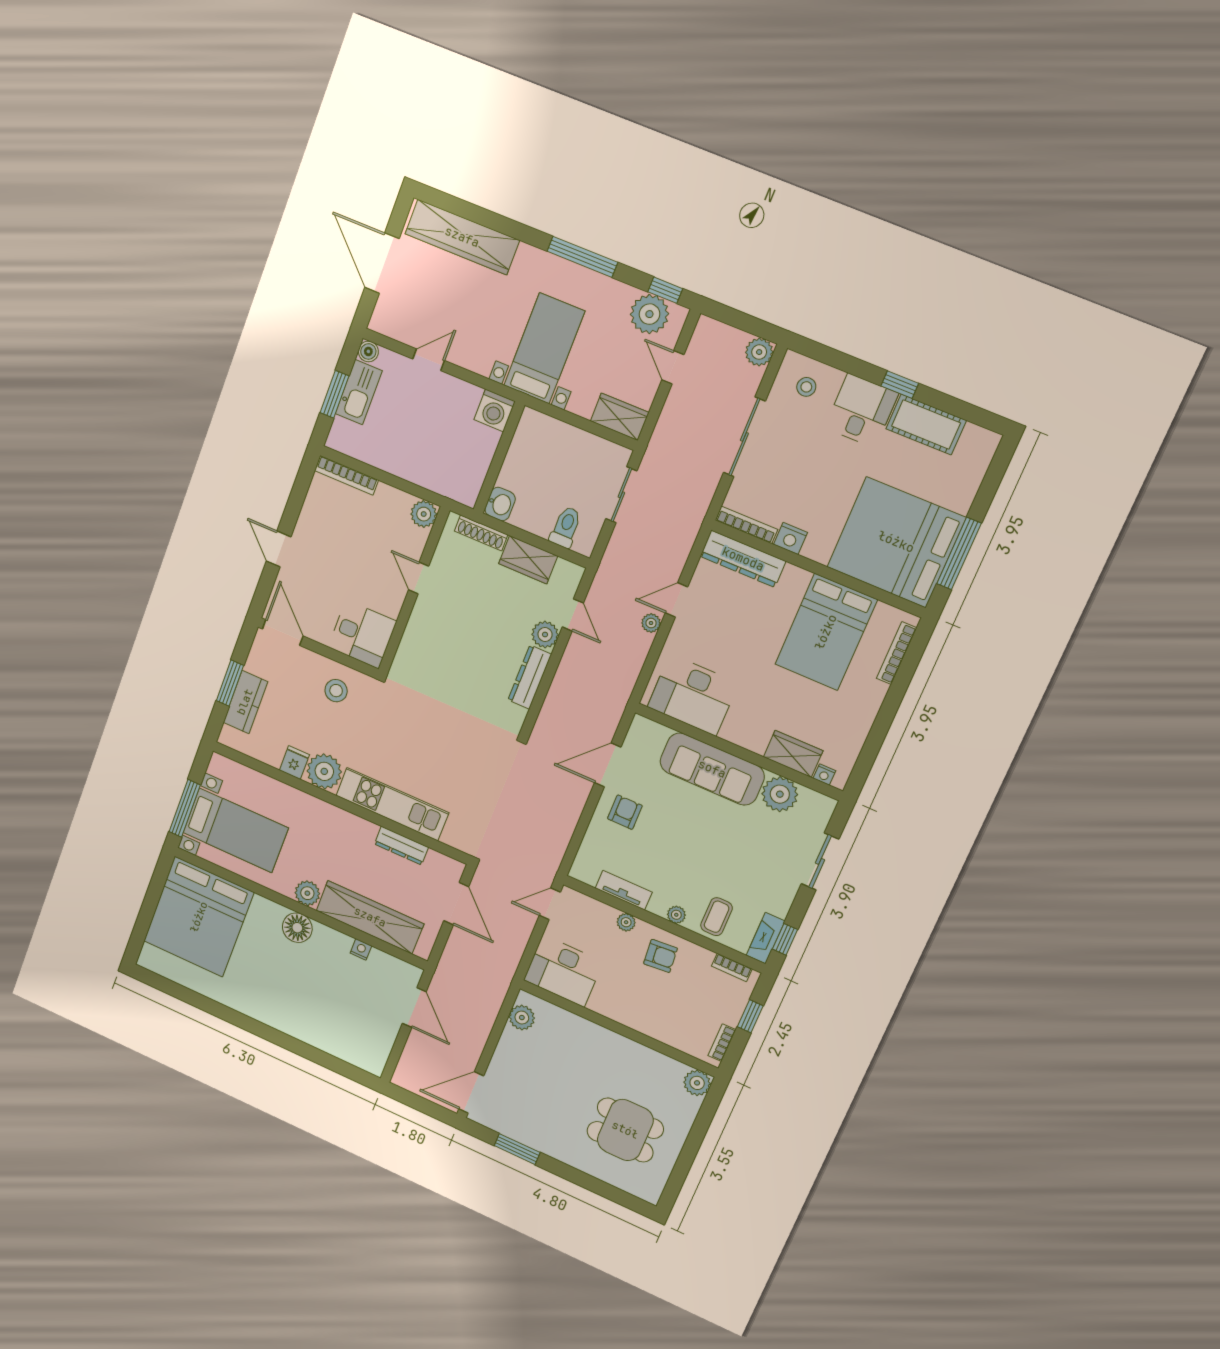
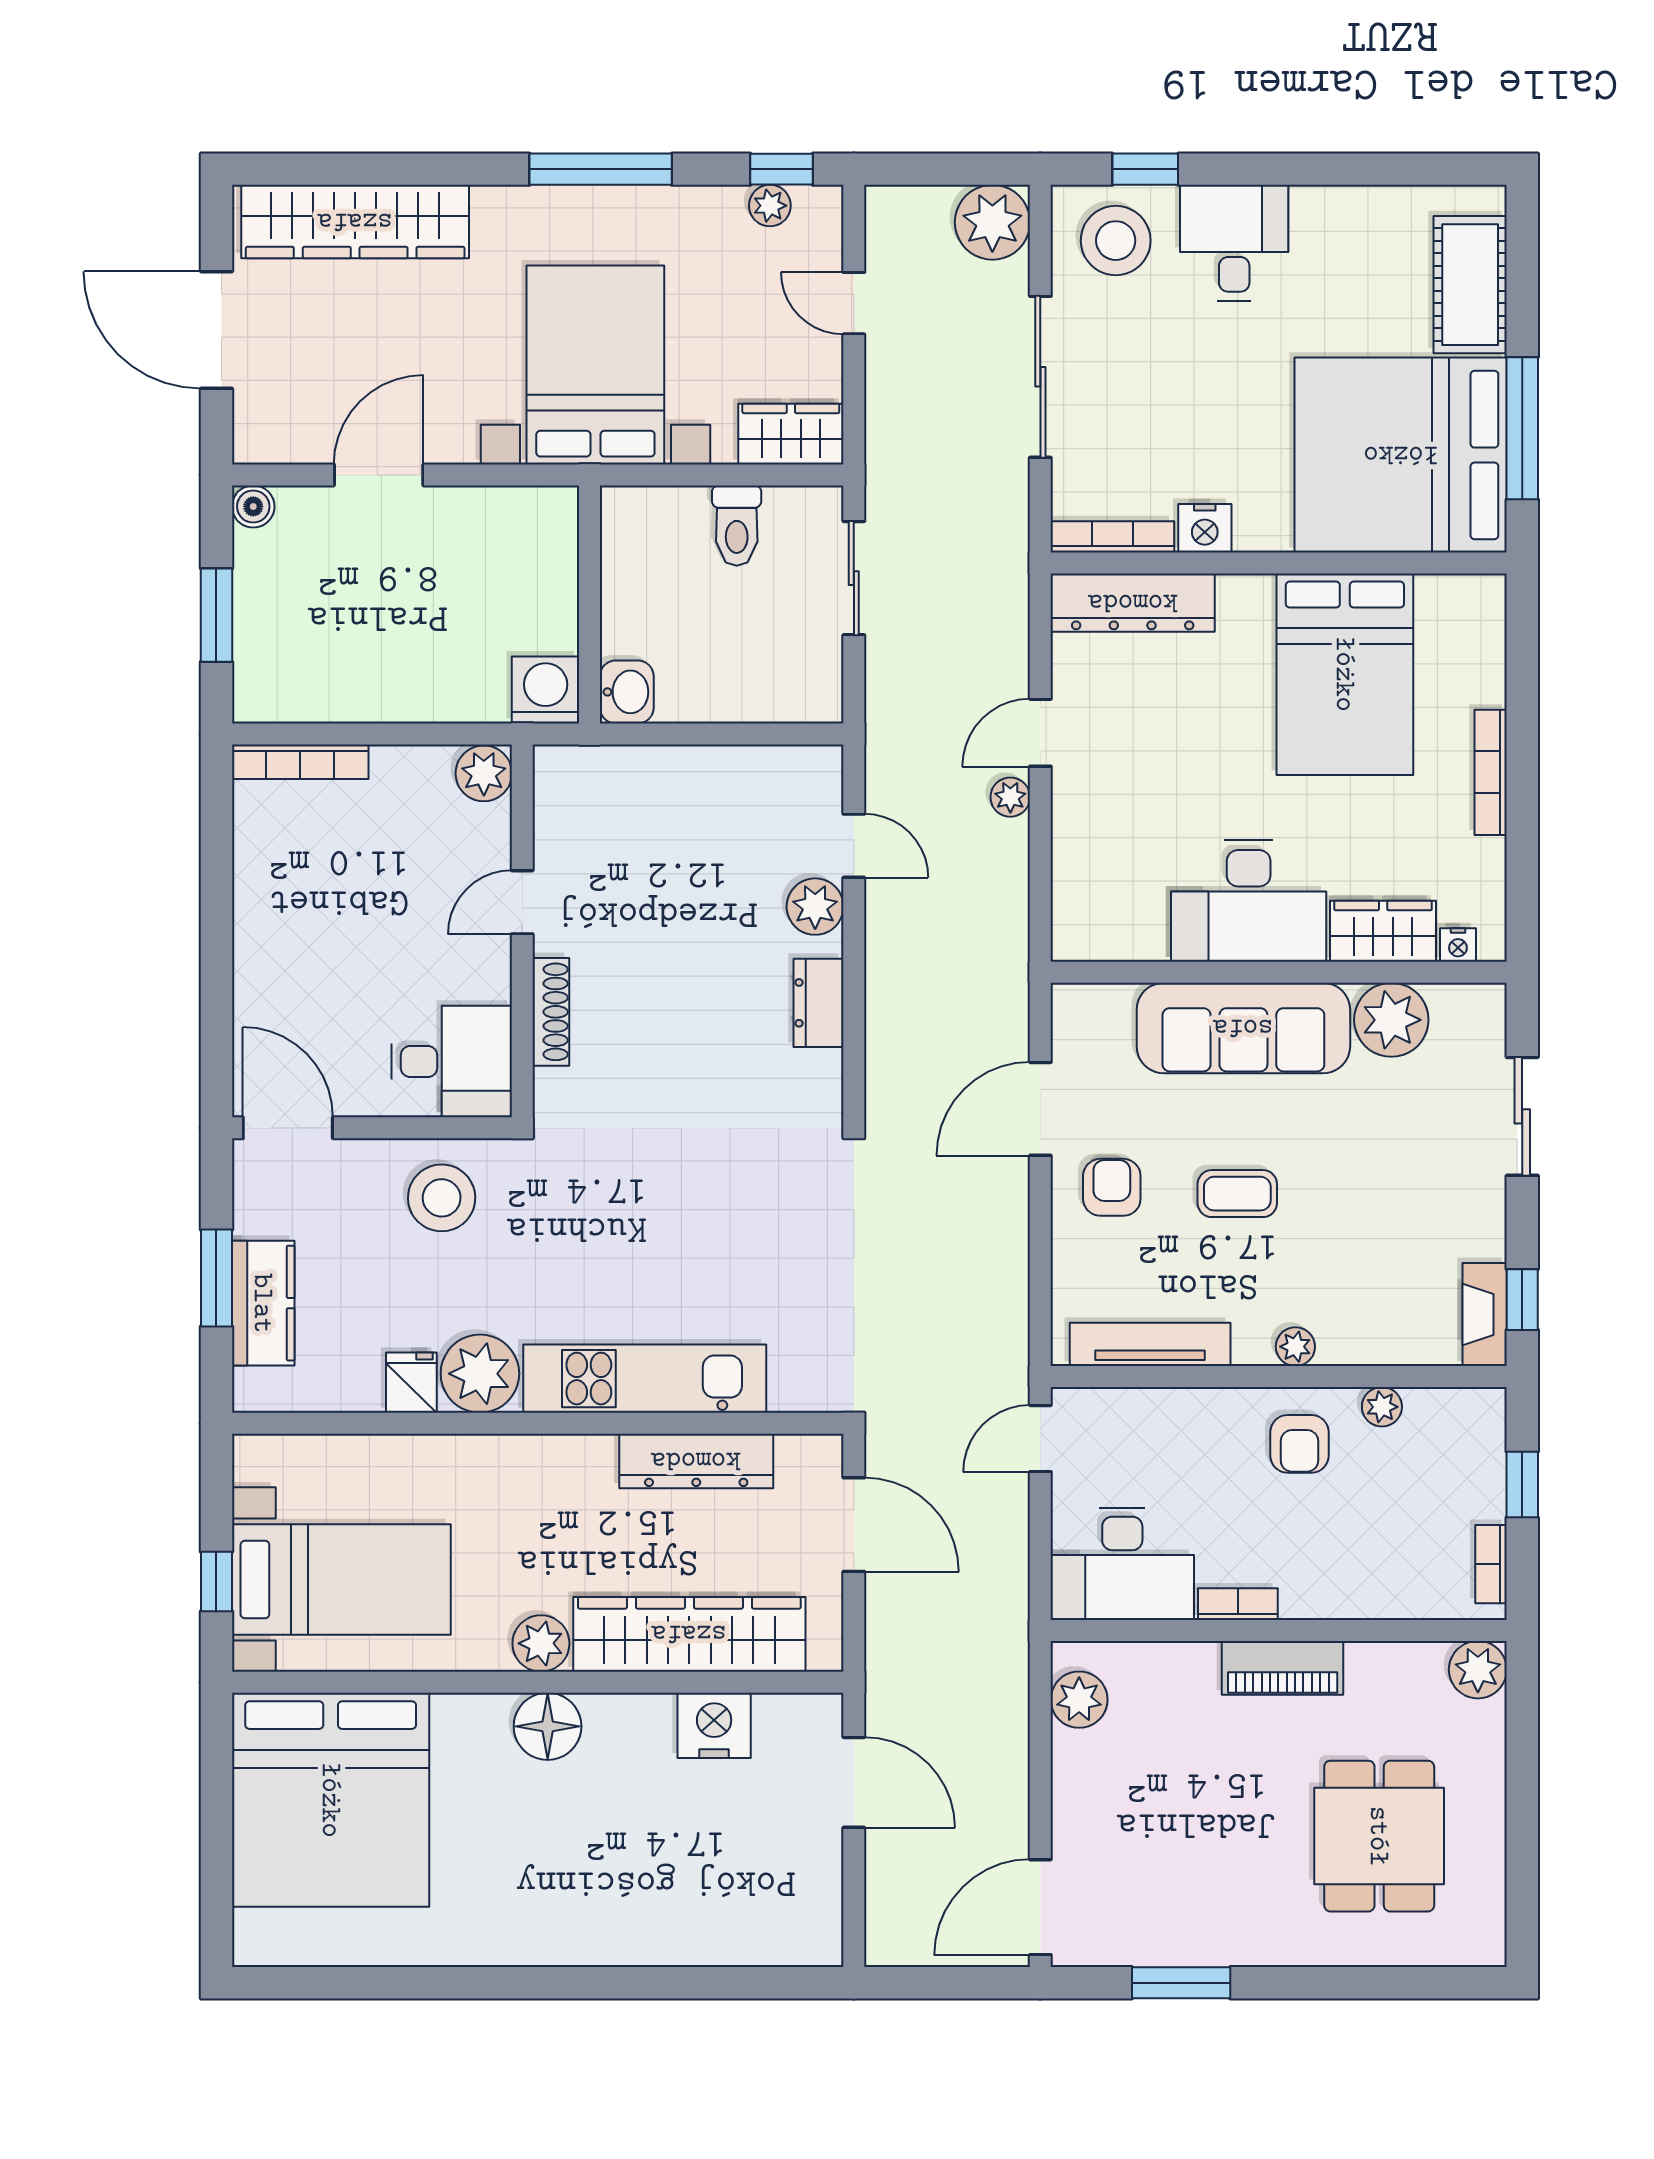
plant: (649, 314) -> (770, 206), width x0.53, depth x0.53
bed with nightstands: (544, 348) -> (595, 365), width x1.36
plant: (759, 352) -> (992, 222), width x1.36, depth x1.36
door: (429, 360) -> (379, 475), width x1.37
window: (900, 385) -> (1145, 169), moved
stool: (806, 387) -> (1116, 241), width x1.89, depth x1.89
kitchen sink: (359, 392) -> (264, 592), removed
washing machine: (495, 410) -> (546, 690), moved, turned 180
cot: (926, 425) -> (1470, 285), moved, turned 90
toilet: (566, 527) -> (737, 526), moved, turned 180
shoe rack: (481, 533) -> (551, 1012), moved, turned -90
door: (279, 549) -> (216, 964), removed
wardrobe: (528, 560) -> (724, 776), removed
door: (419, 578) -> (522, 902), hinge flipped
bookcase: (897, 653) -> (1491, 772), moved
dresser: (530, 677) -> (818, 1003), width x0.70
stool: (336, 691) -> (442, 1198), width x1.38, depth x1.38
desk: (693, 695) -> (1249, 901), moved
window: (185, 808) -> (216, 1582), width x0.46
dresser: (401, 846) -> (696, 1461), width x1.37, depth x1.24
tv unit: (624, 890) -> (1150, 1344), width x1.41
coffee table: (717, 917) -> (1237, 1194), moved, turned 90
plant: (626, 922) -> (1382, 1407), moved
nightstand: (361, 949) -> (714, 1725), width x1.89, depth x1.79
armchair: (661, 956) -> (1299, 1444), turned 95
bookcase: (732, 967) -> (1238, 1604), moved, turned 180
piano: (614, 1044) -> (1283, 1668), added
dining table: (625, 1130) -> (1379, 1836), turned 90

